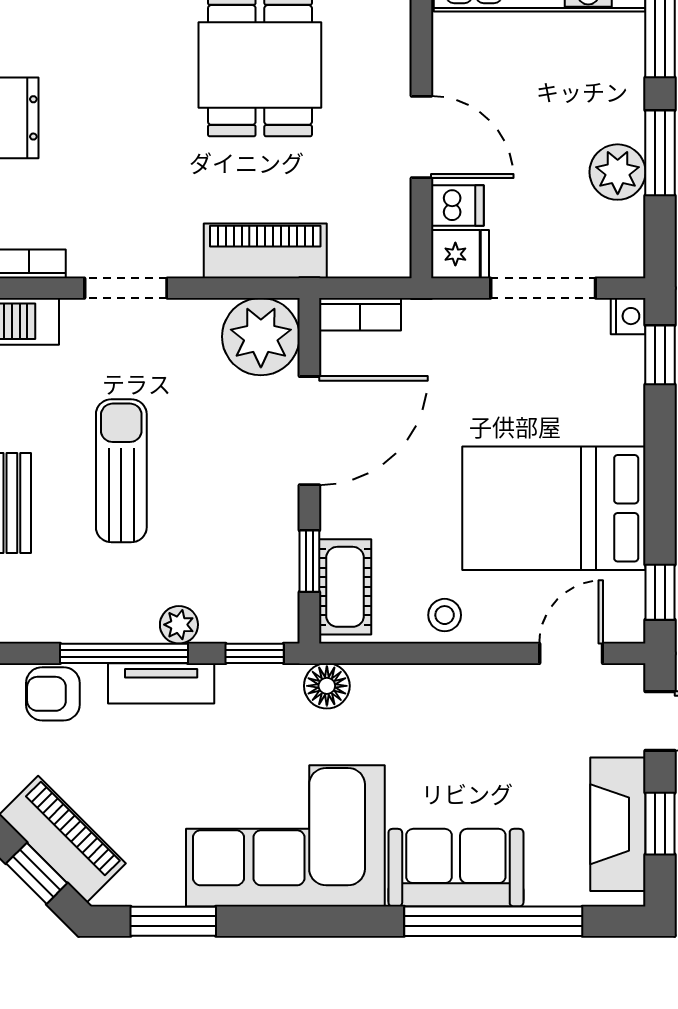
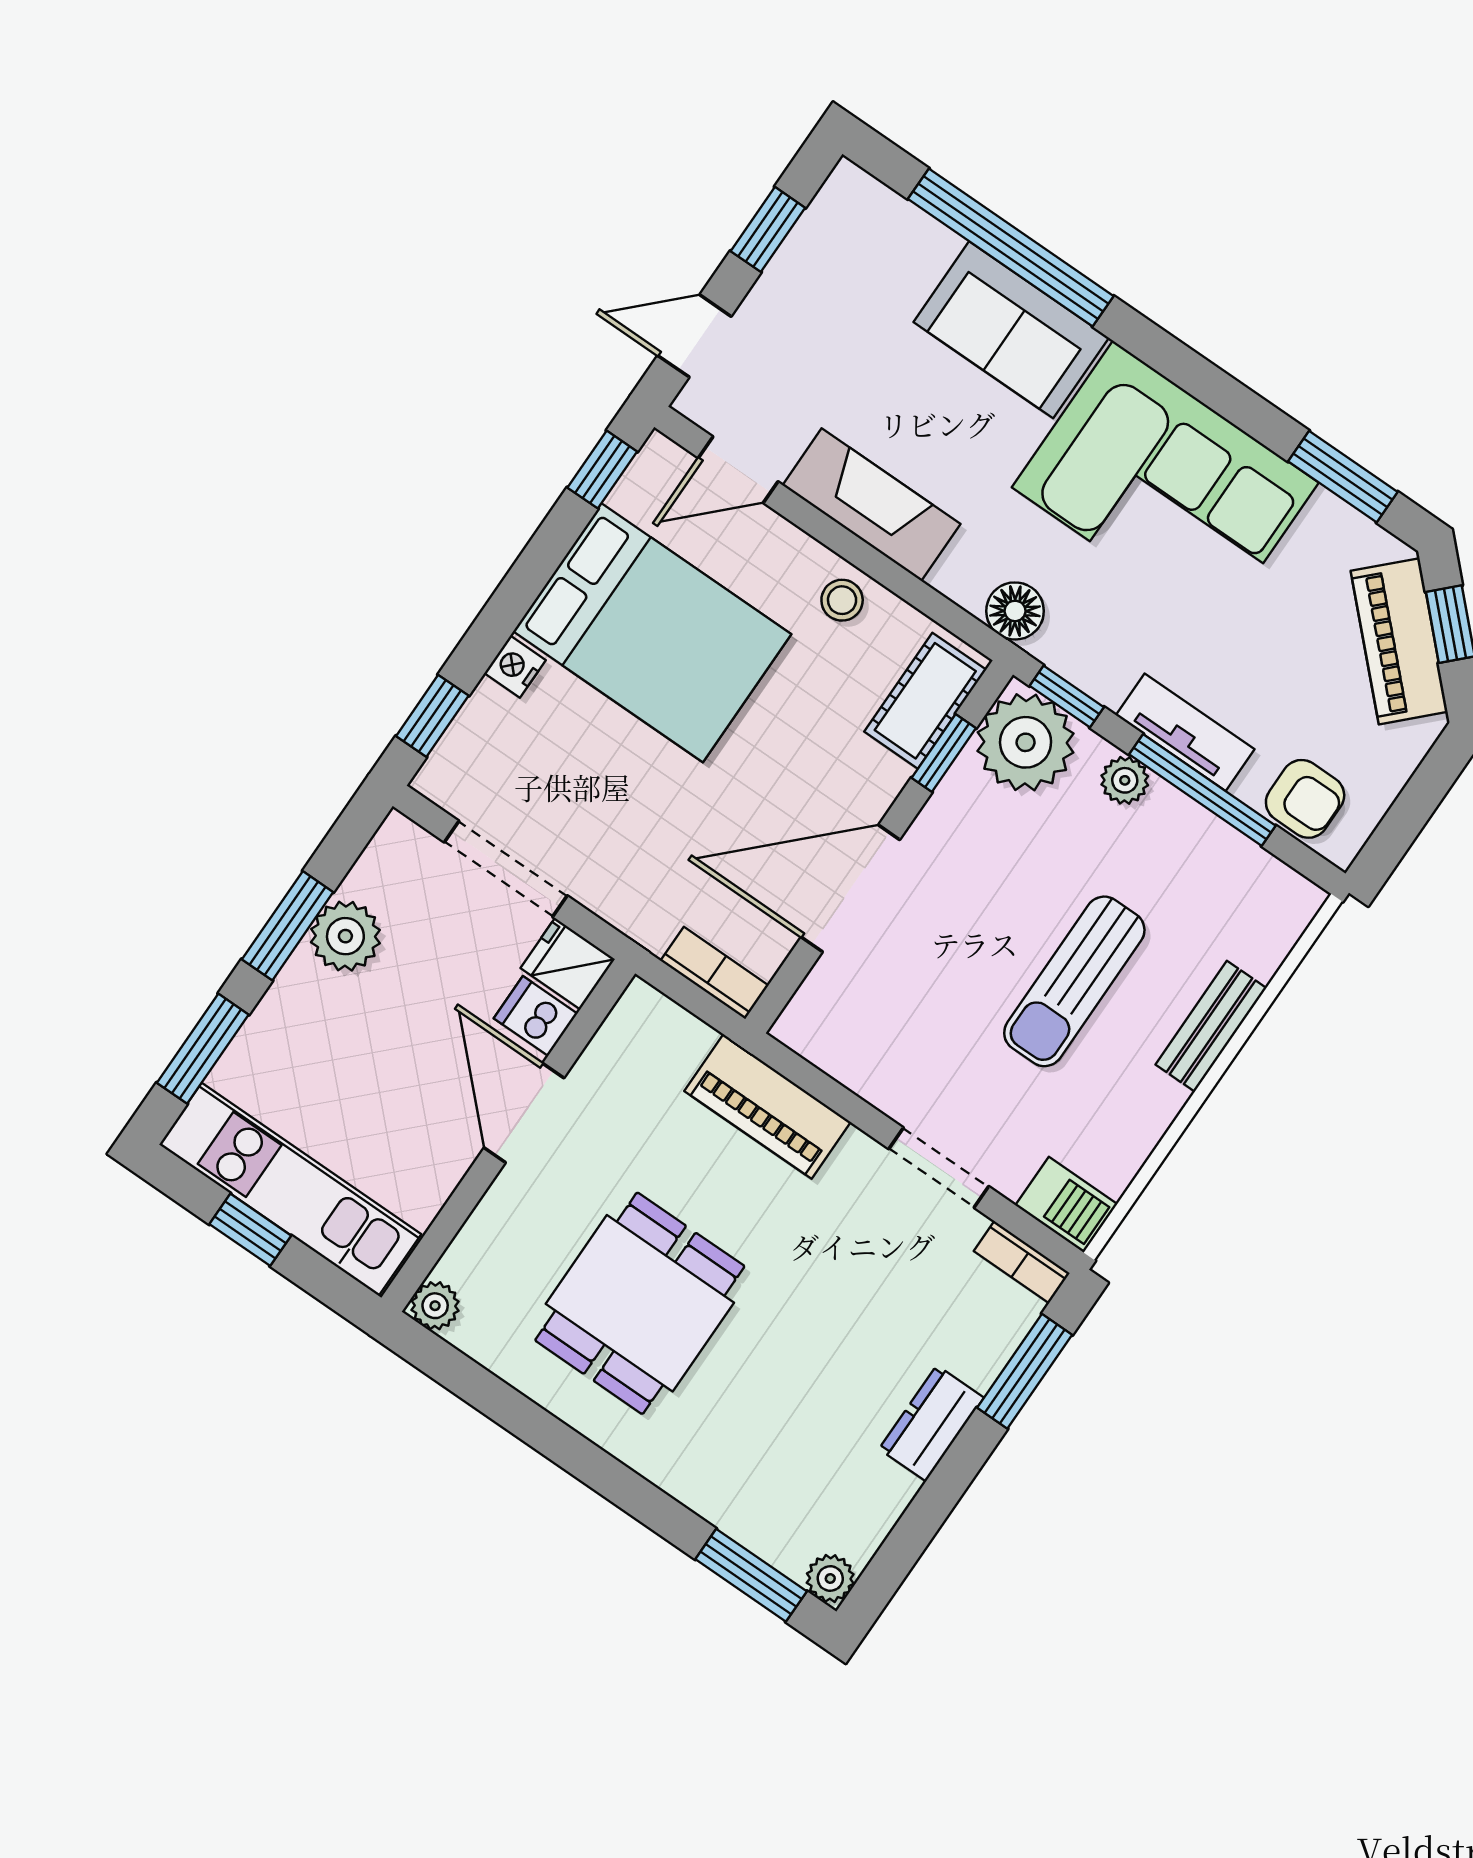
nightstand: (628, 316) -> (515, 667), moved
plant: (261, 337) -> (1026, 742), moved
fireplace: (618, 824) -> (871, 505), moved, turned -90

